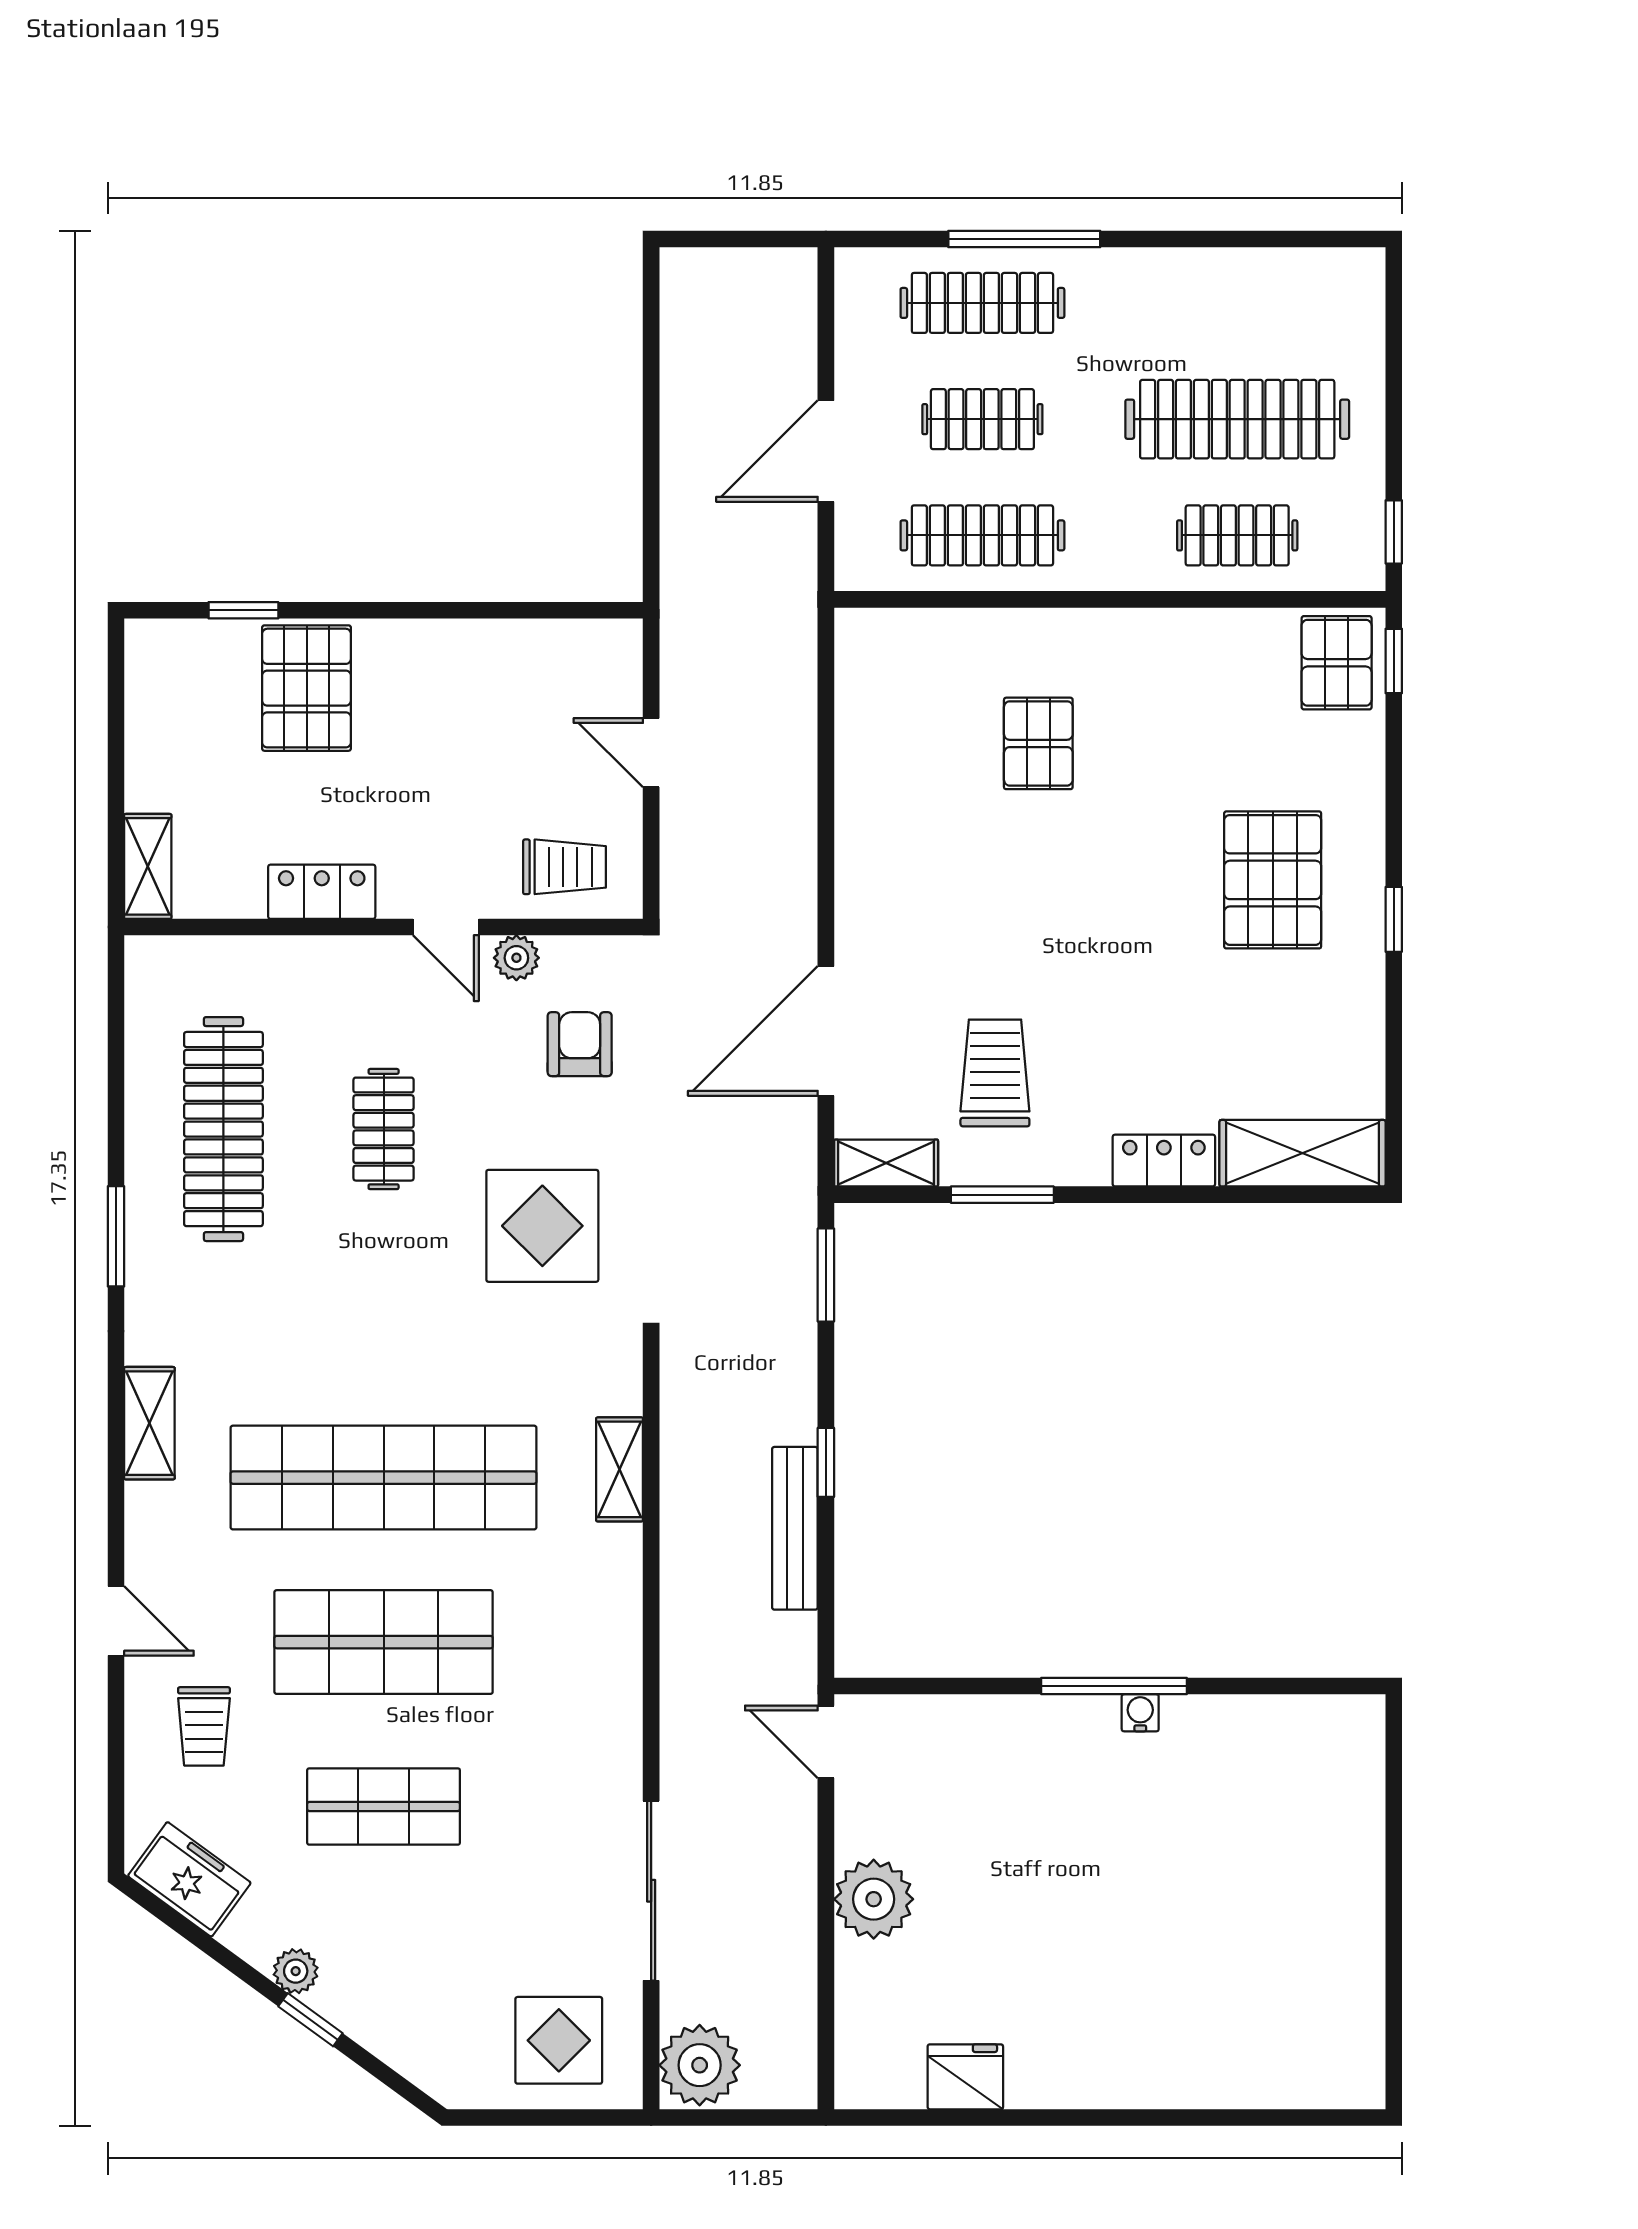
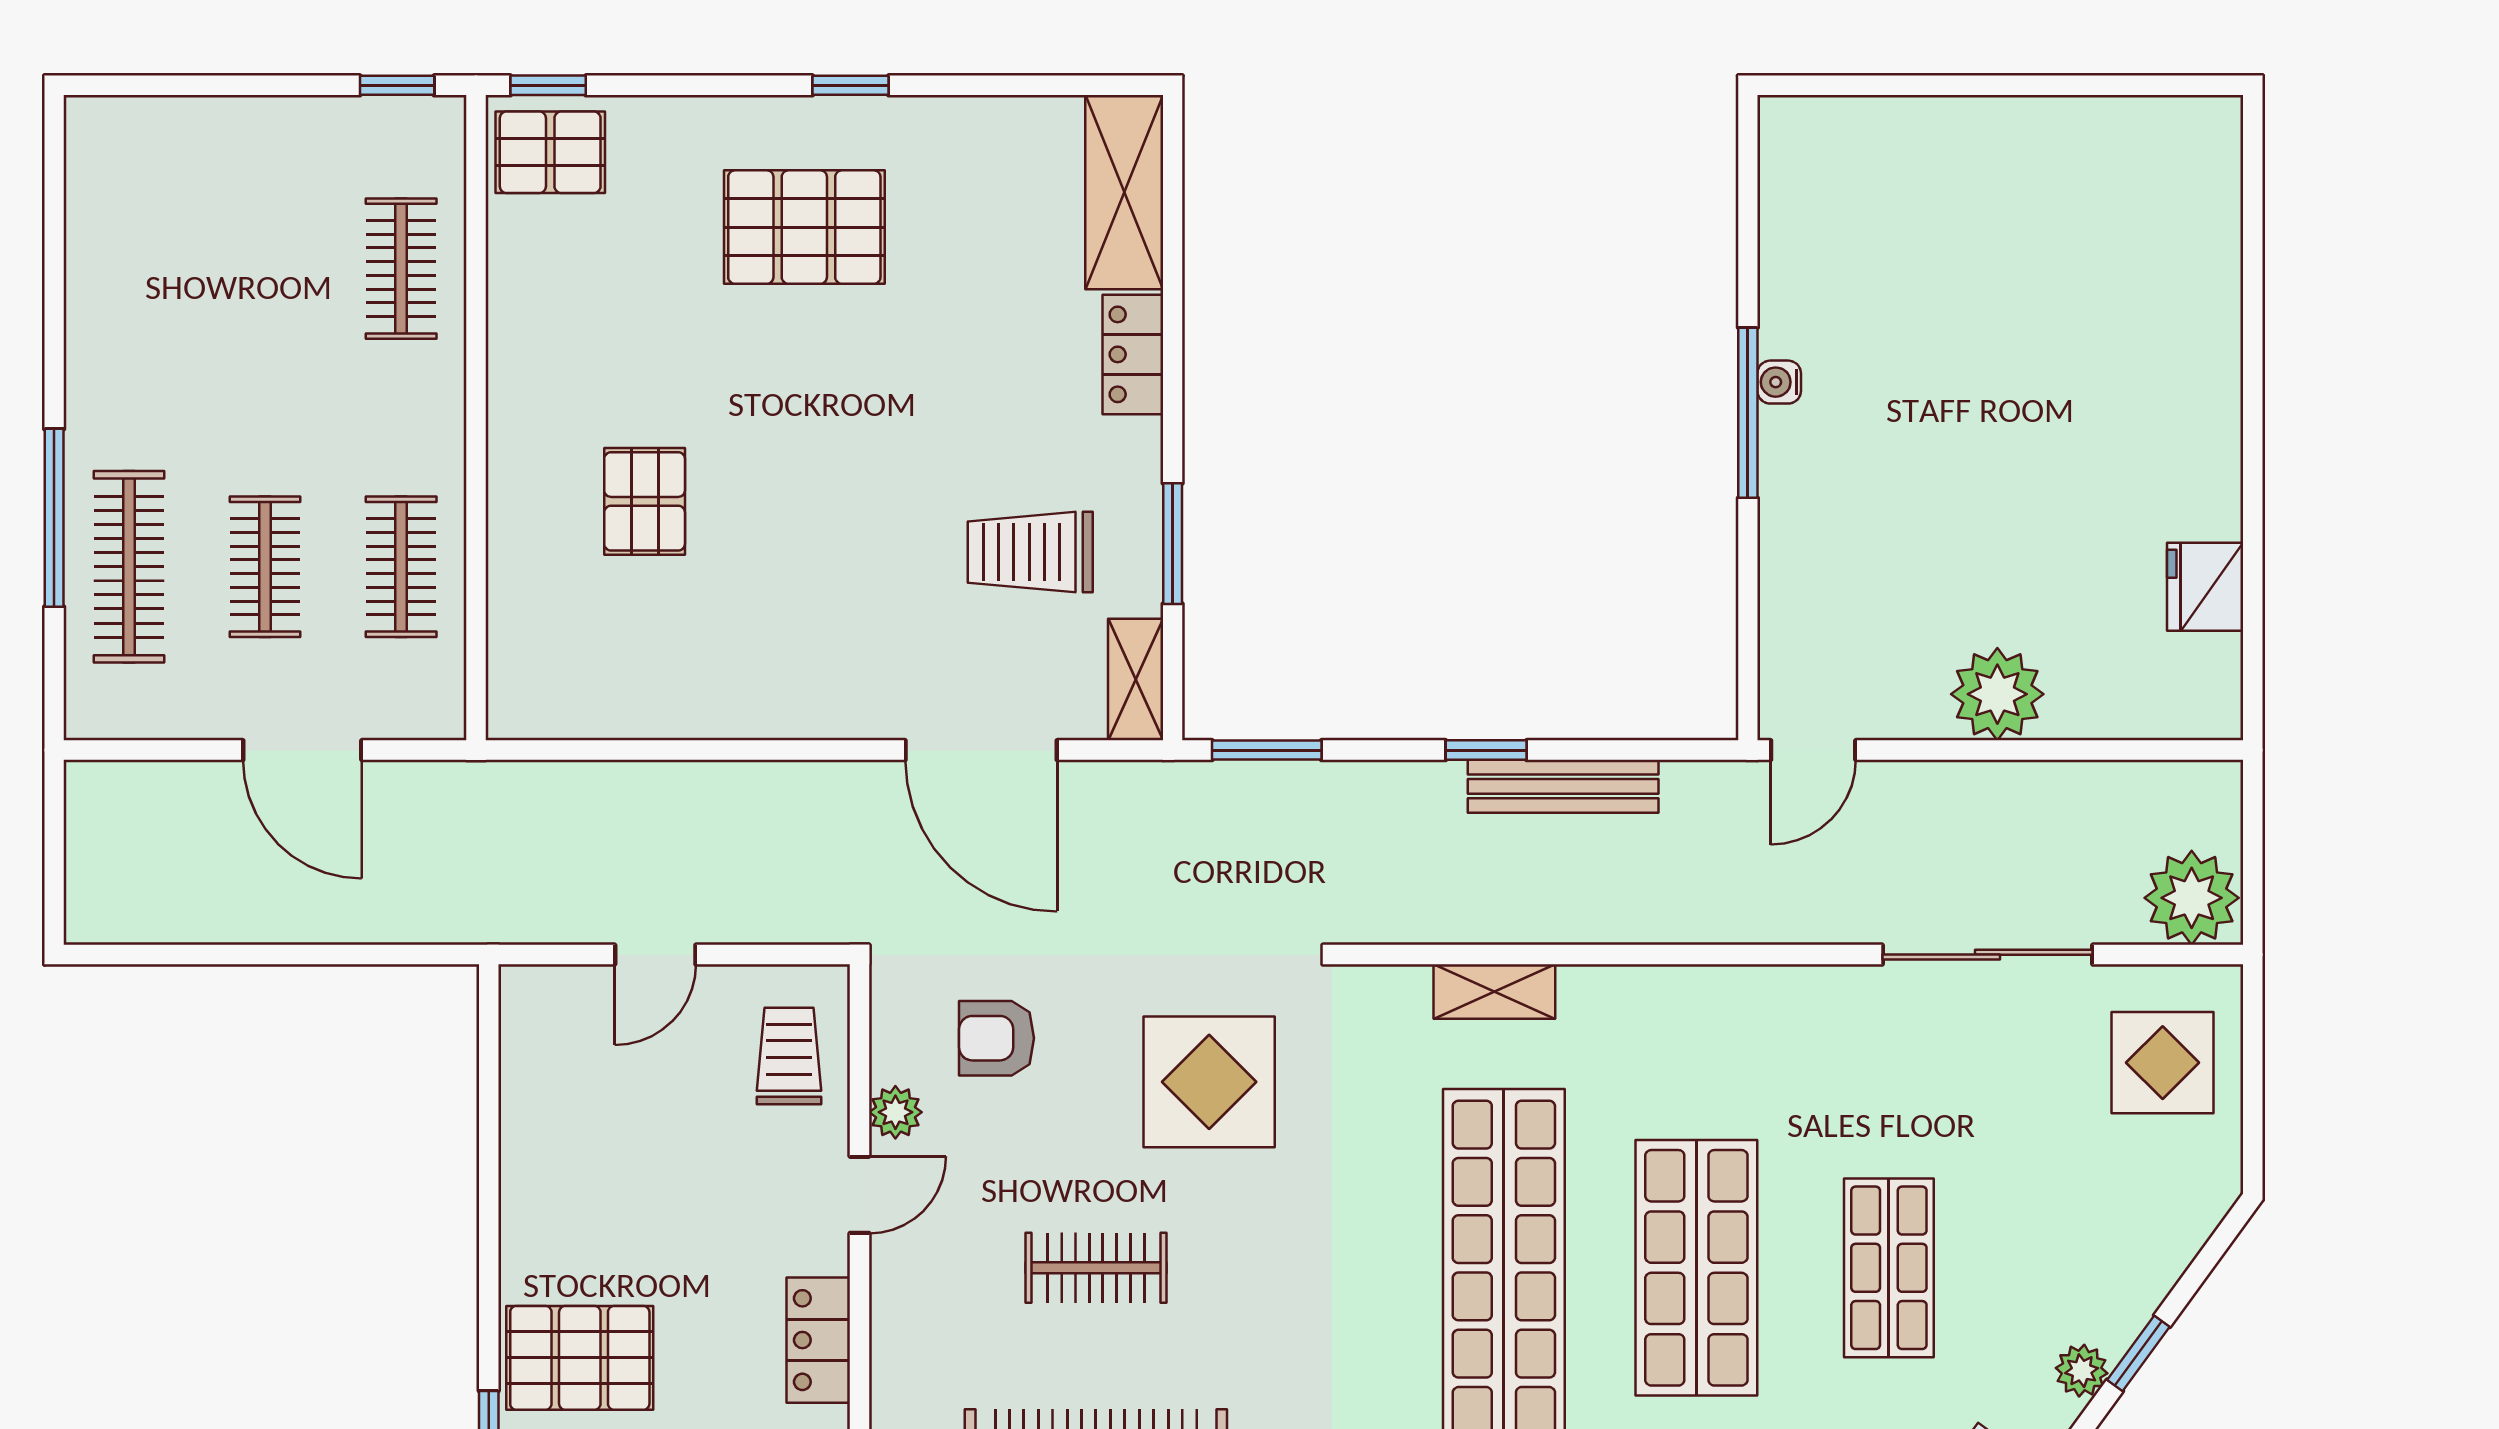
clothes rail: (1237, 419) -> (265, 269), removed
clothes rail: (982, 535) -> (401, 567), width x0.73
pallet: (1038, 743) -> (645, 501), turned 90

